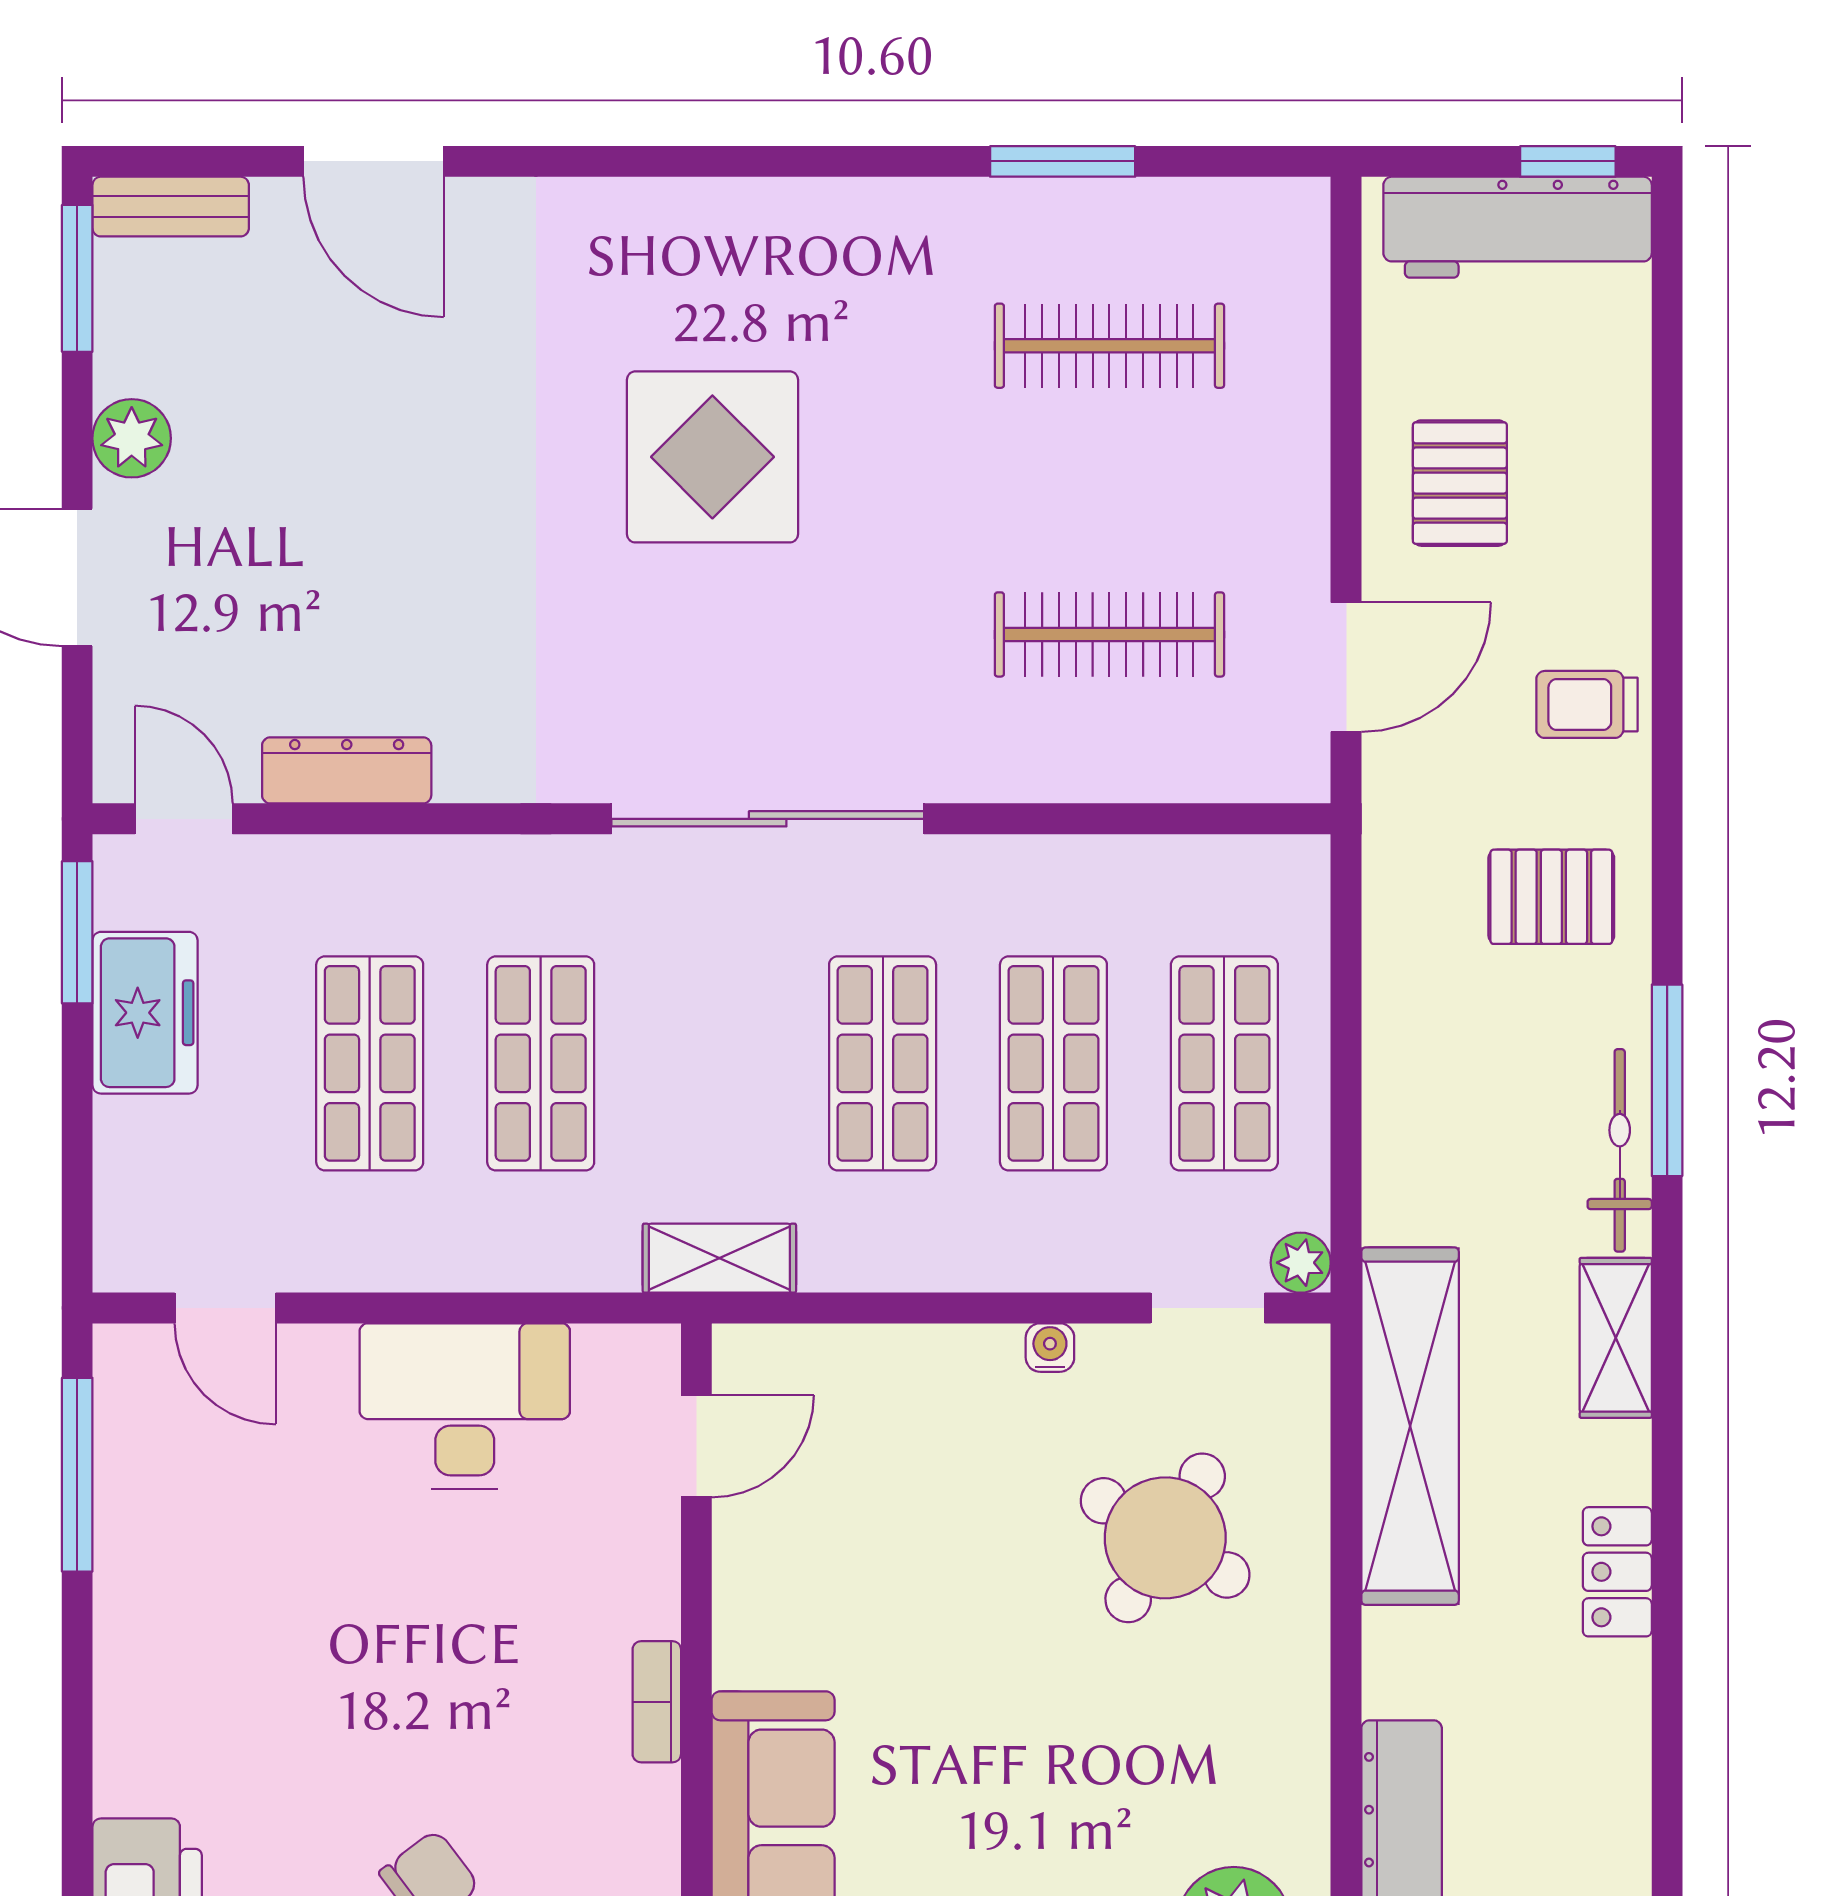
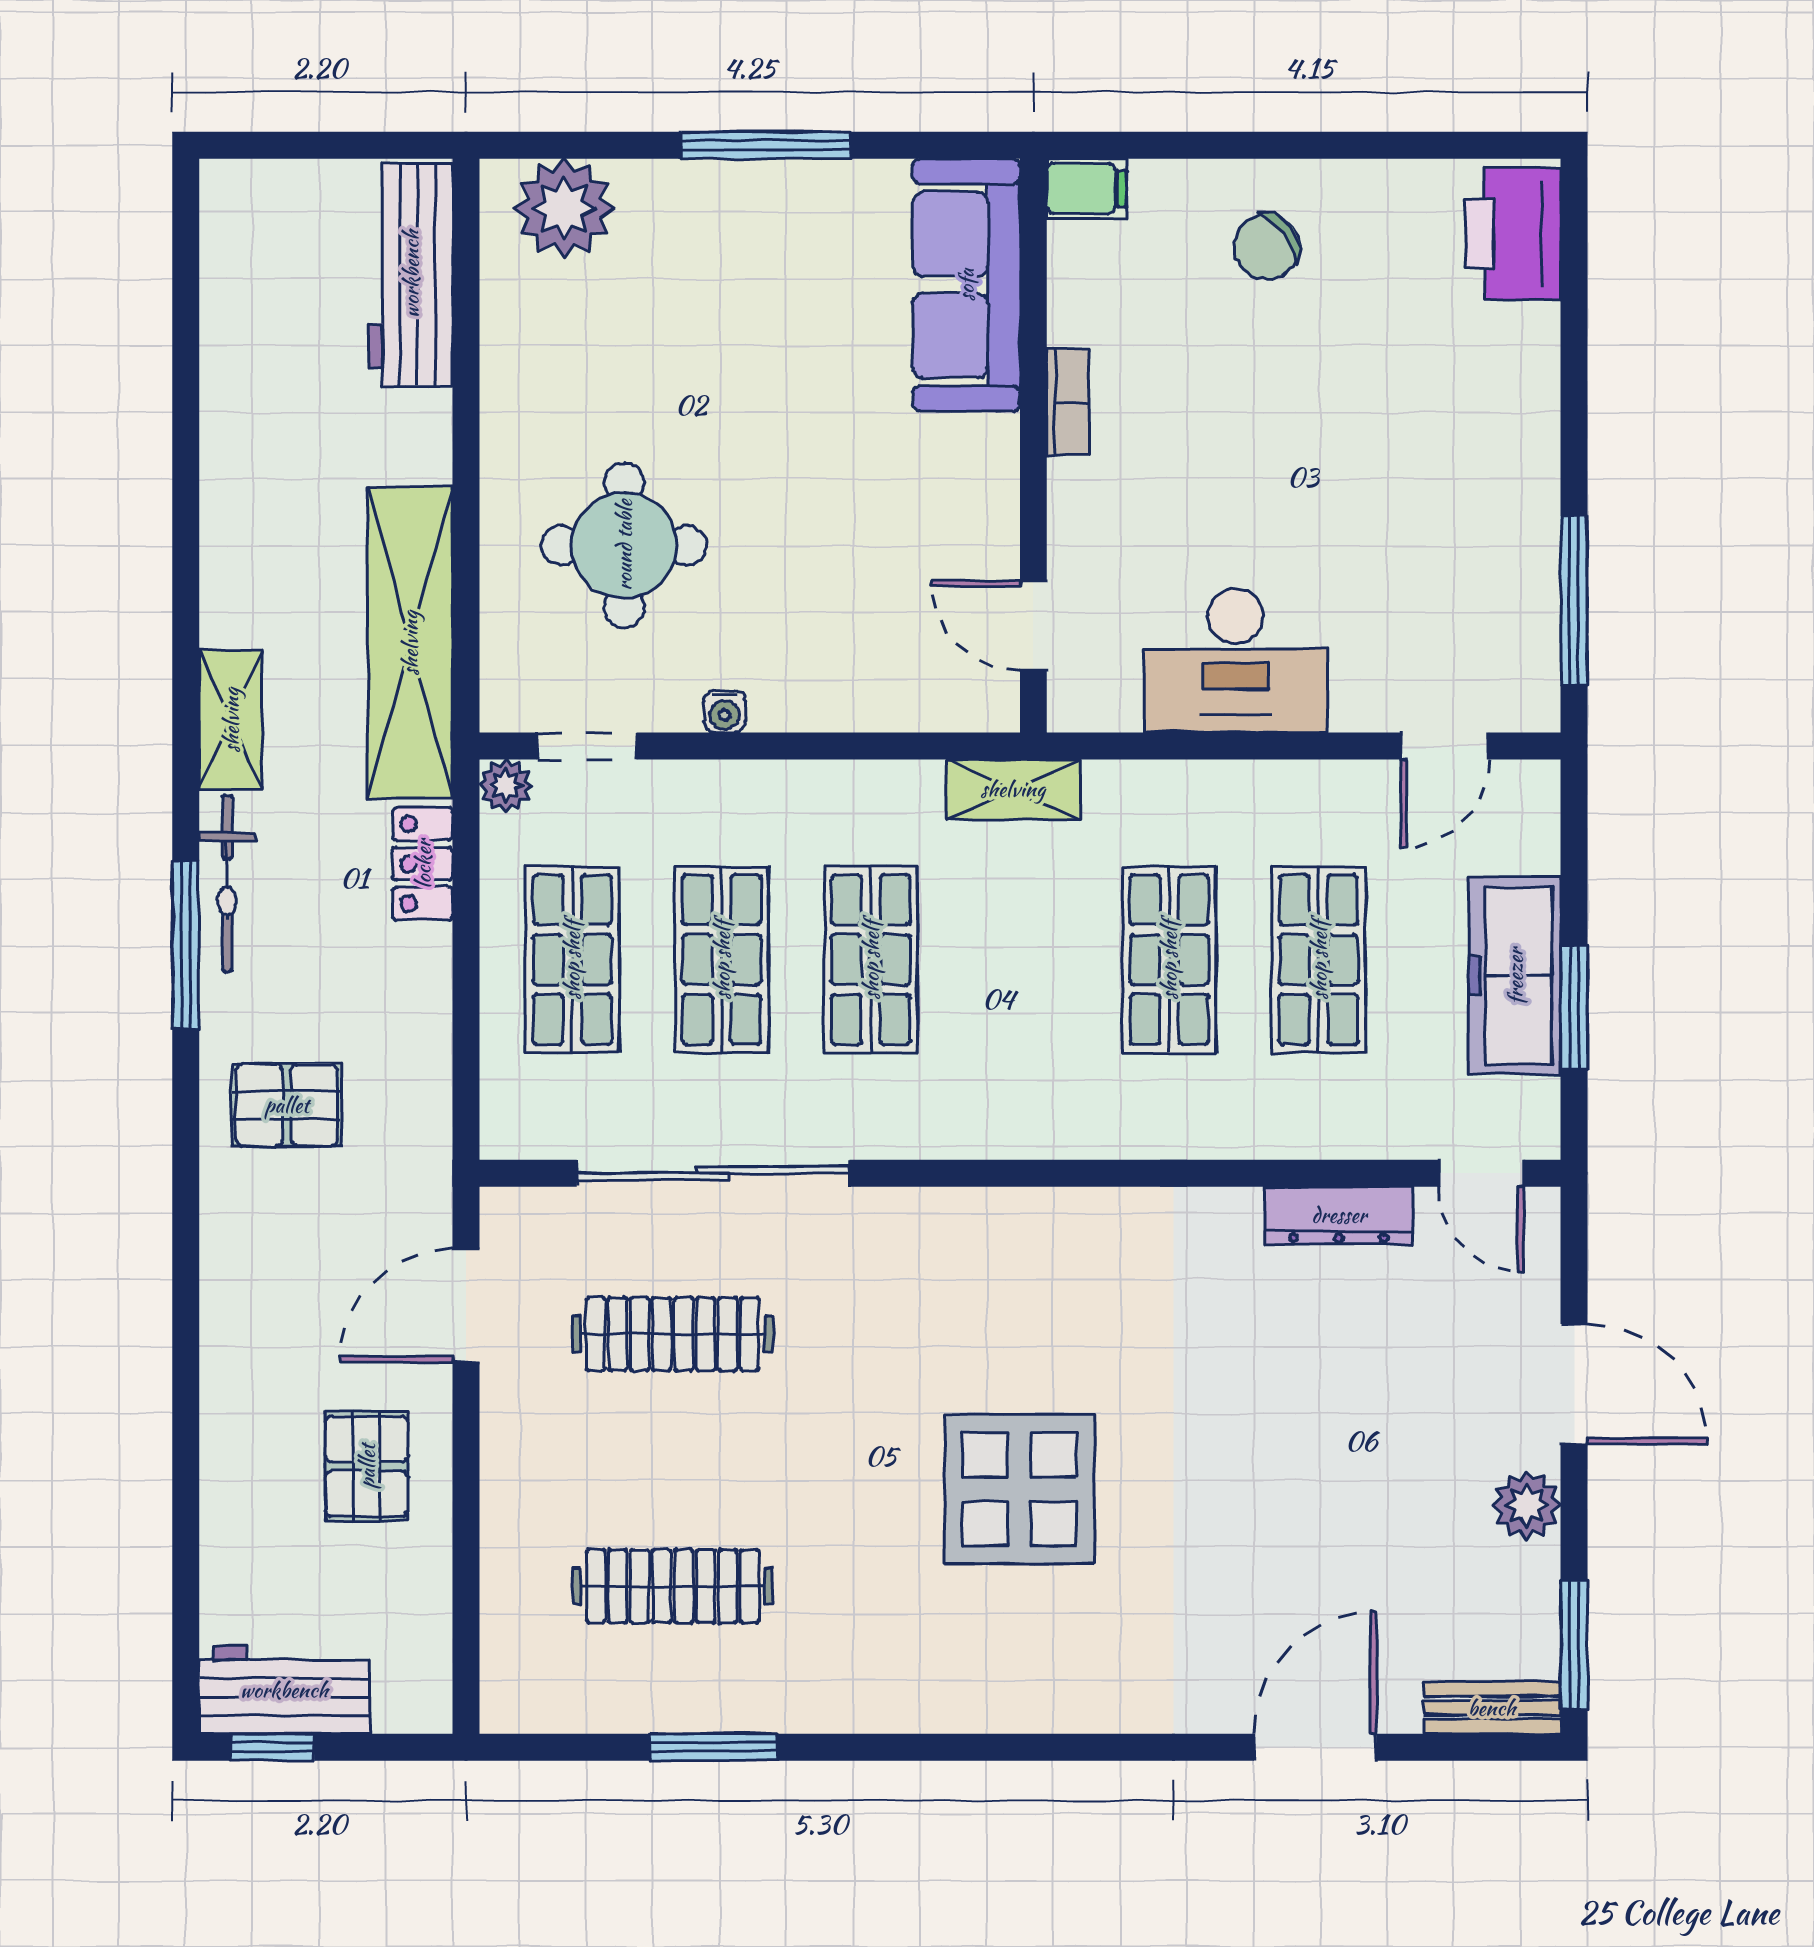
door: (374, 161) -> (1315, 1747), hinge flipped
workbench: (1518, 227) -> (284, 1690), width x0.73
trolley: (1587, 704) -> (256, 1273), removed
sliding door: (768, 819) -> (713, 1173), moved
window: (77, 932) -> (1574, 1007), moved
freezer: (145, 1013) -> (1515, 976), width x1.40
door: (225, 1308) -> (1445, 746), swing flipped
door: (696, 1446) -> (1033, 625), hinge flipped
round table: (1165, 1538) -> (624, 545), turned -31
locker: (1617, 1572) -> (423, 864), moved, turned 180

